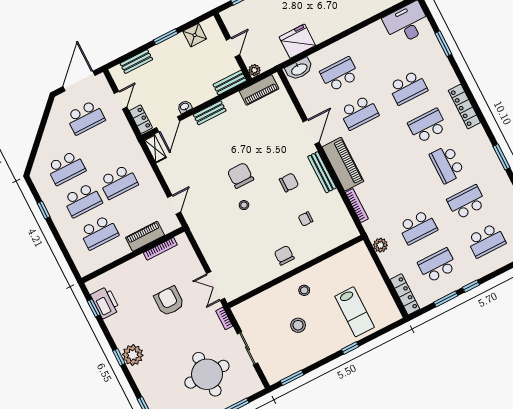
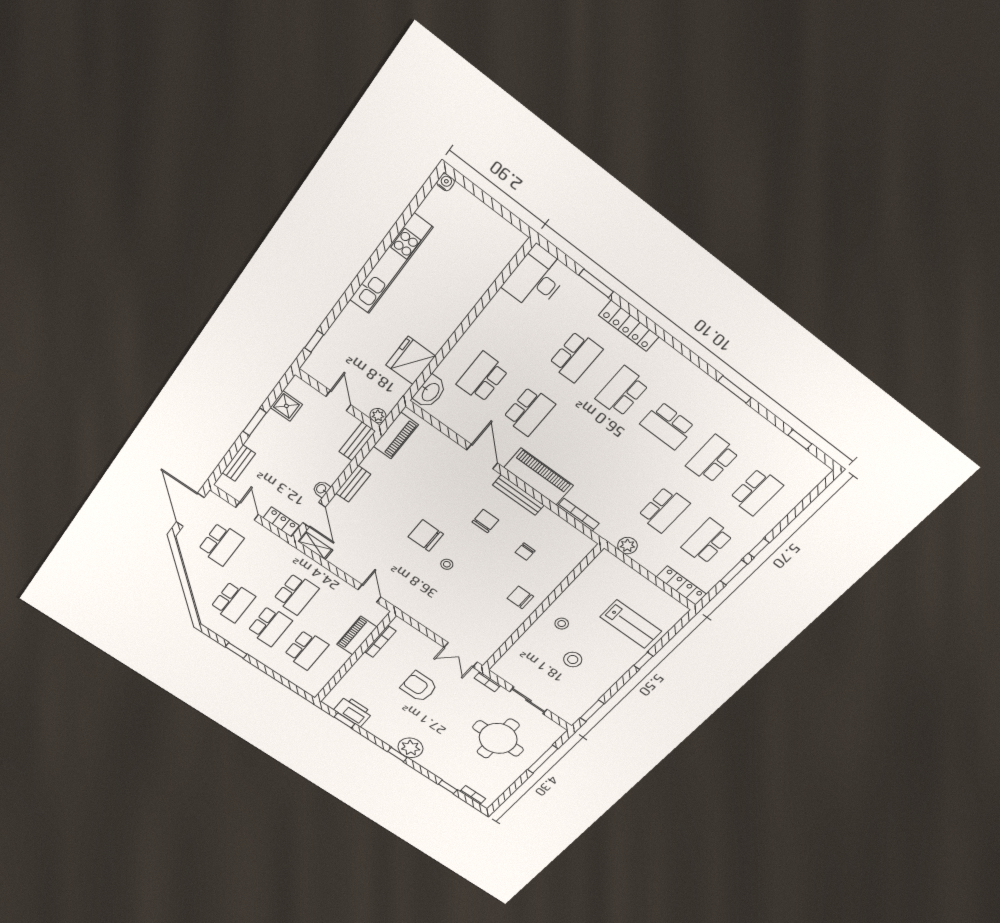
locker: (464, 107) -> (629, 326), moved

